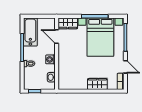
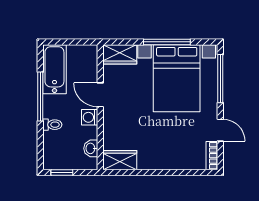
door: (57, 37) -> (100, 95), moved
wardrobe: (97, 84) -> (120, 160), moved

